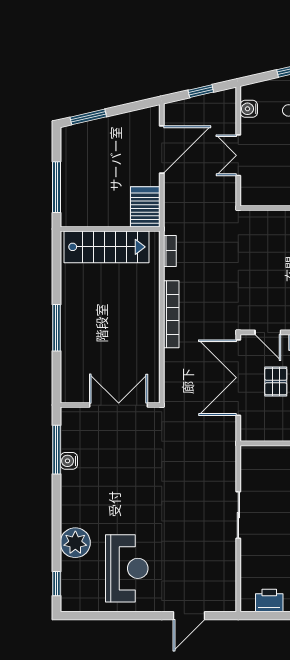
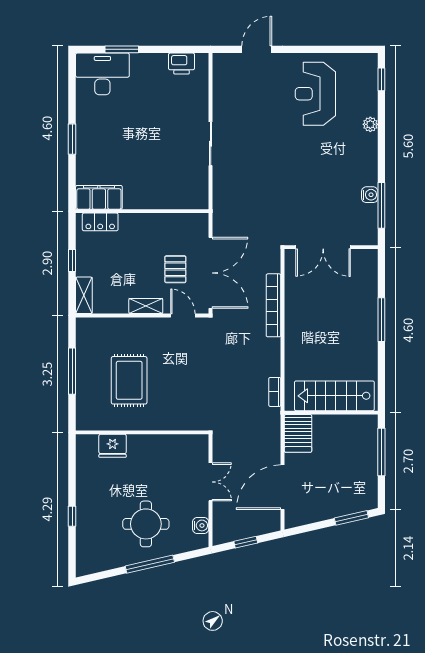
bookcase: (171, 314) -> (273, 305), moved
plant: (75, 543) -> (370, 124), width x0.53, depth x0.53

